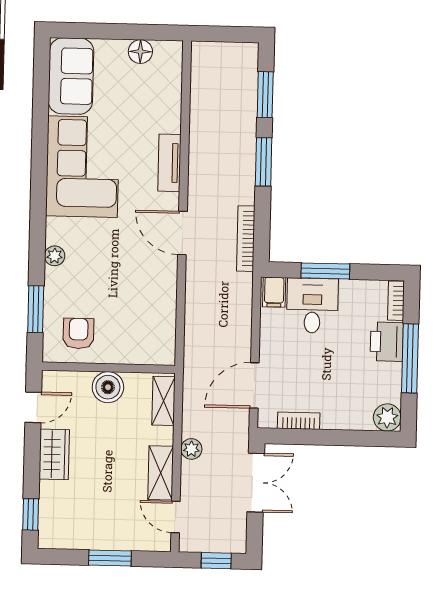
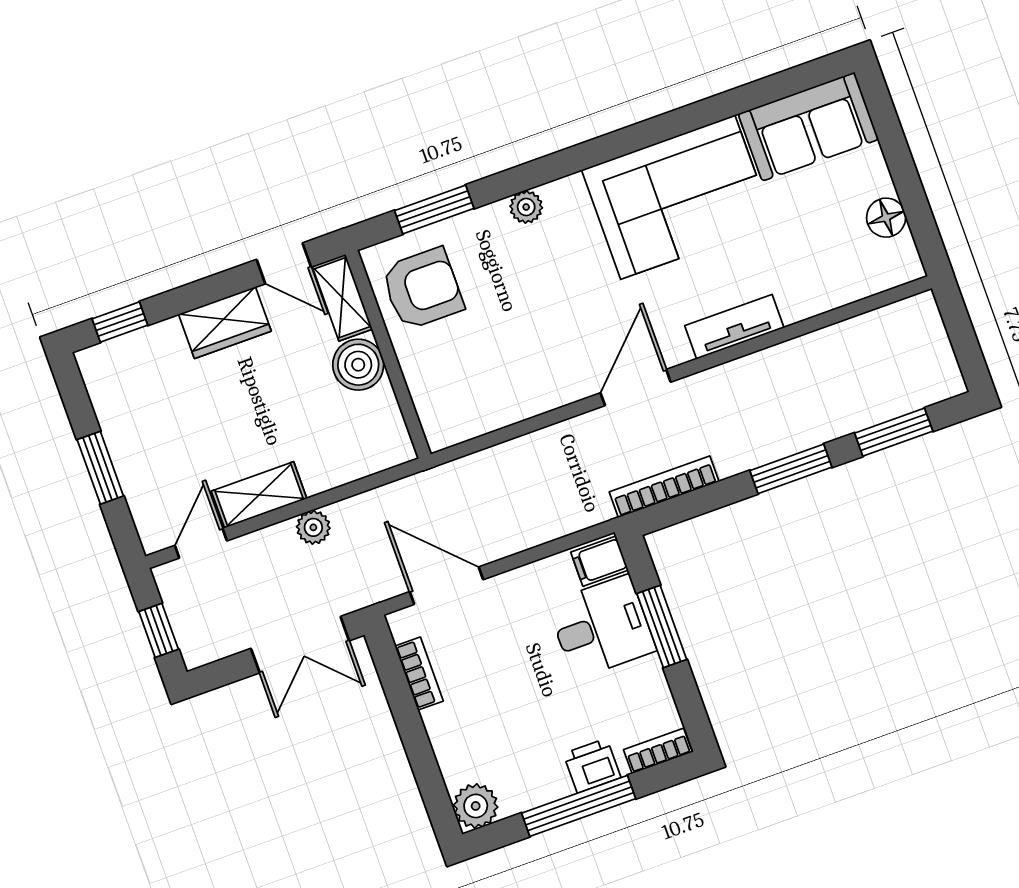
armchair: (78, 333) -> (422, 289), width x1.38, depth x1.38
printer: (387, 342) -> (592, 766), width x0.73, depth x0.81
shelving: (164, 401) -> (342, 298), moved, turned 90

